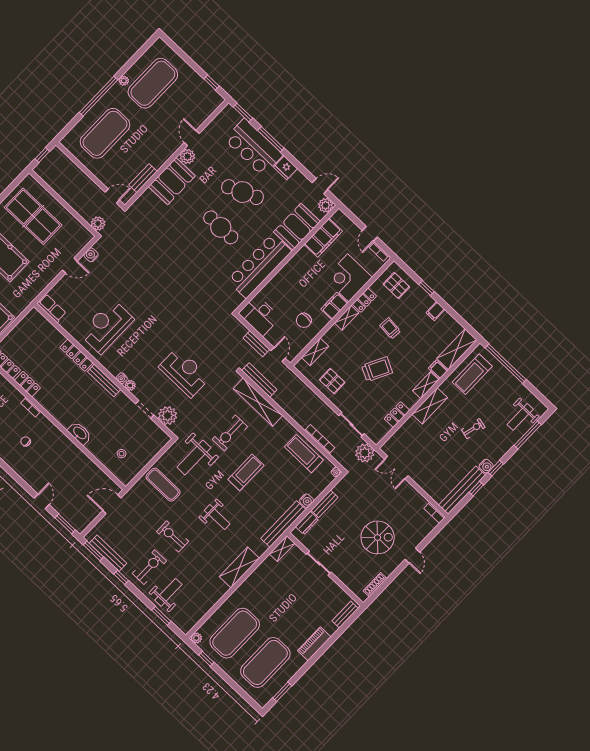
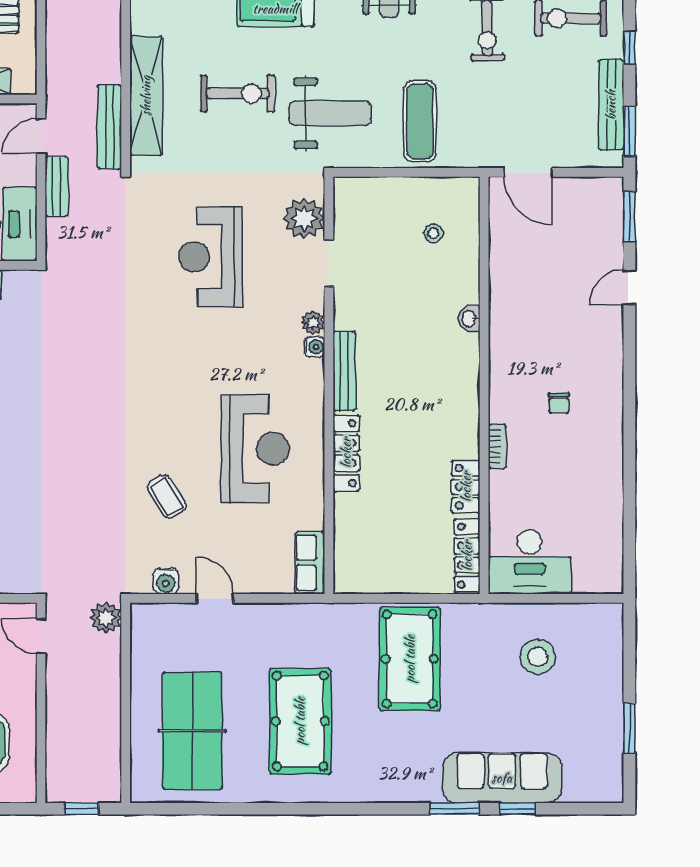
coffee table: (119, 282) -> (167, 497), added
reception desk: (107, 326) -> (255, 449), turned -90
washbasin: (80, 433) -> (469, 319), width x0.52, depth x0.69

